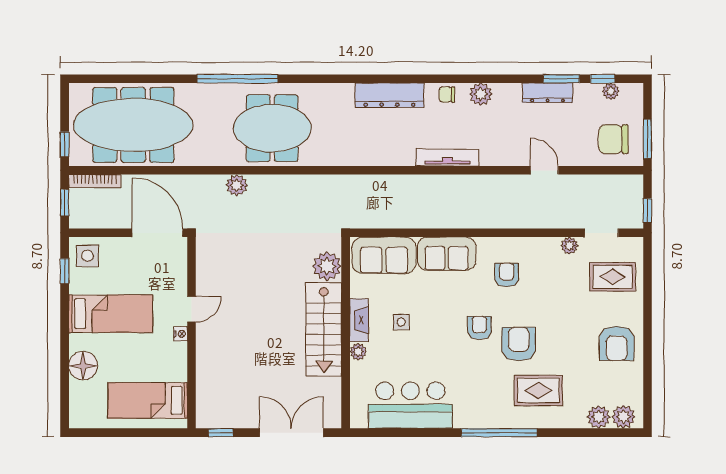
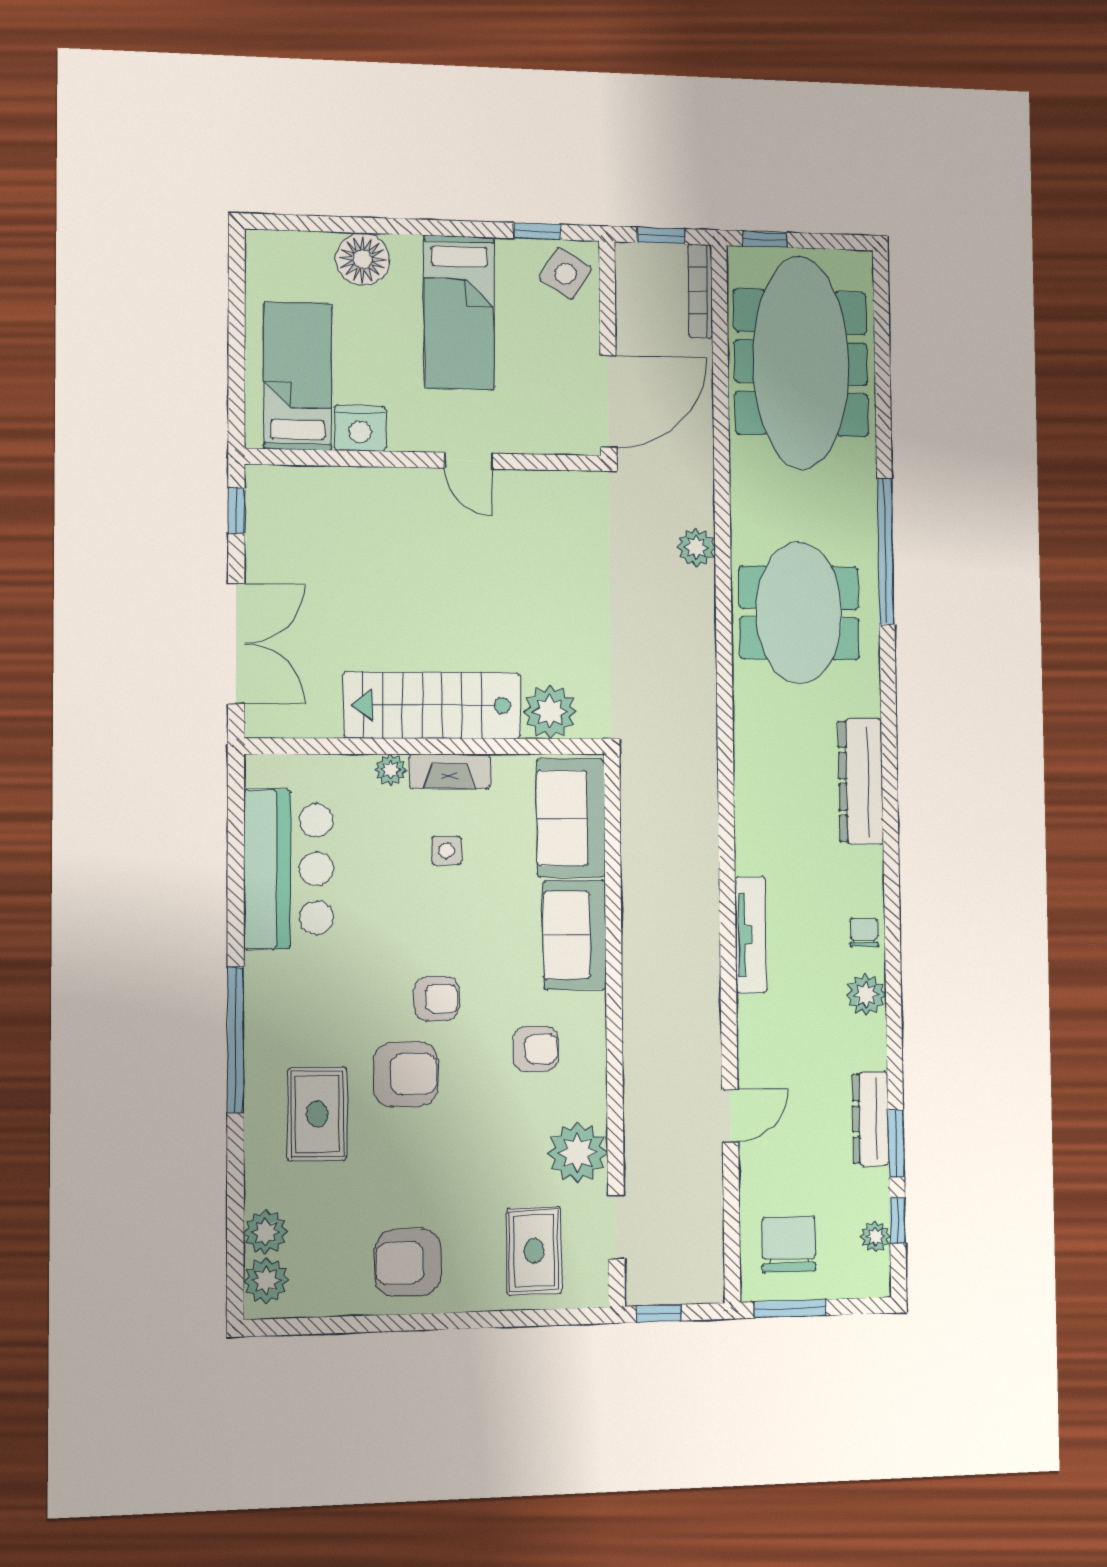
dresser: (389, 95) -> (861, 781), moved
plant: (569, 246) -> (578, 1153), width x1.88, depth x1.88
side table: (88, 256) -> (565, 274), turned 31
nightstand: (181, 334) -> (360, 428), moved, width x1.89, depth x1.79

